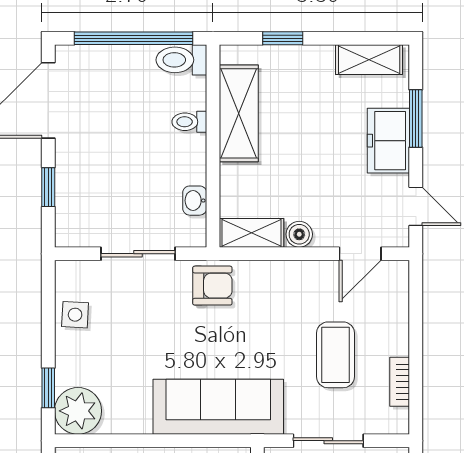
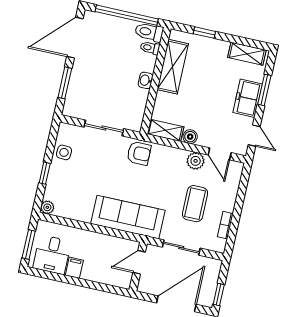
toilet: (189, 122) -> (150, 48), moved
window: (48, 187) -> (65, 83), width x1.50
washbasin: (195, 201) -> (146, 80), moved
door: (360, 254) -> (220, 154), hinge flipped
plant: (319, 276) -> (196, 161), added
window: (48, 388) -> (45, 173), moved
plant: (78, 411) -> (47, 207), width x0.53, depth x0.53

